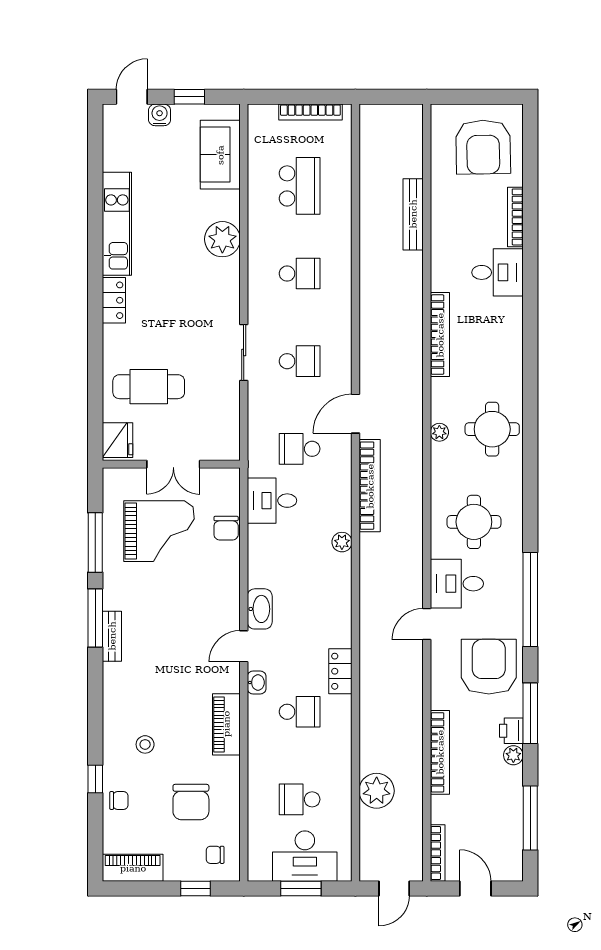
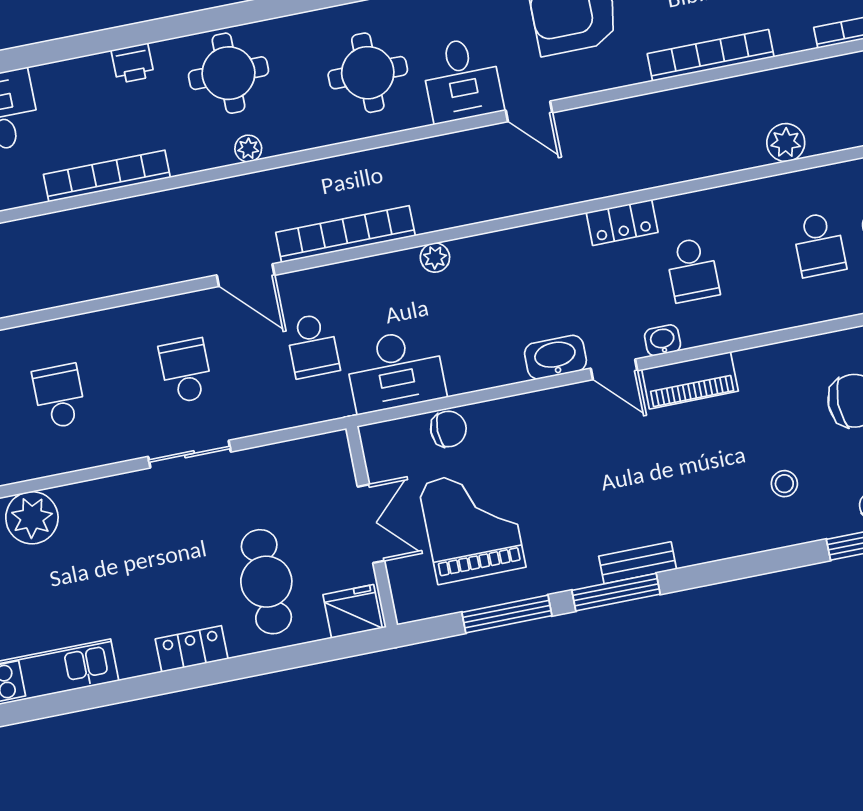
locker: (114, 300) -> (192, 649), moved
printer: (511, 367) -> (133, 63), added
desk: (272, 501) -> (395, 371), width x1.37
school desk: (300, 712) -> (692, 270), turned 180
piano: (226, 724) -> (690, 380), moved
plant: (377, 791) -> (786, 143), width x0.73, depth x0.73

